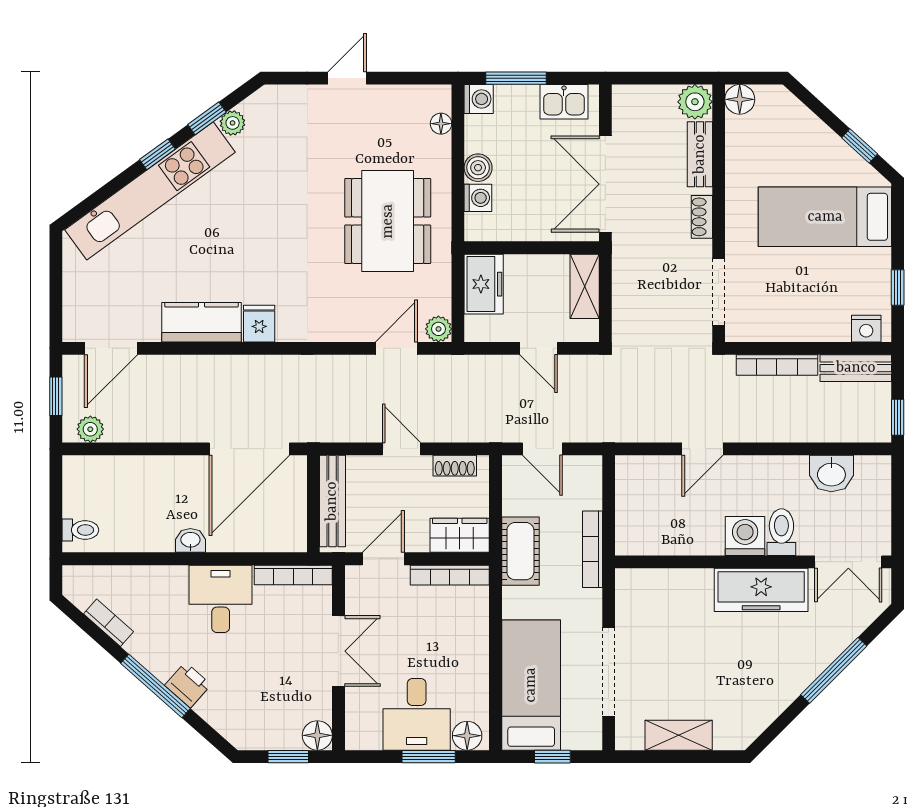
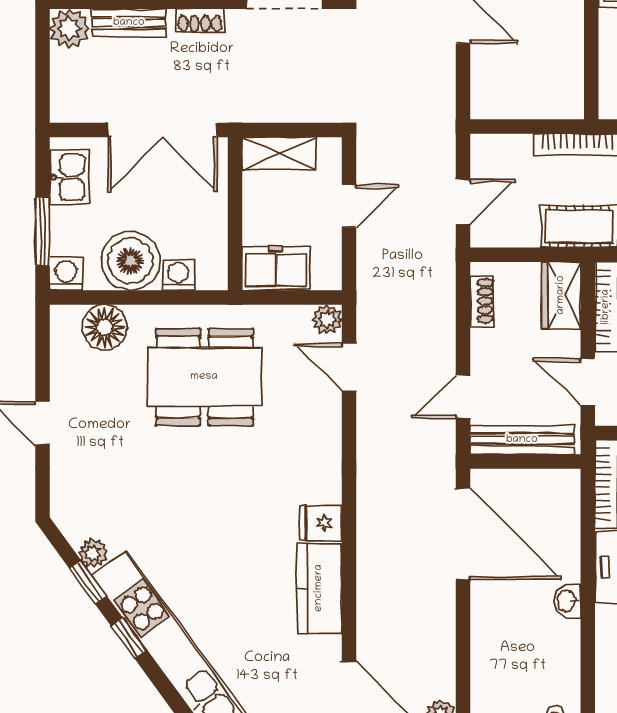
floor lamp: (441, 124) -> (105, 327), width x1.89, depth x1.89
boiler: (478, 168) -> (130, 261), width x1.86, depth x1.86
door: (401, 449) -> (463, 397), moved

